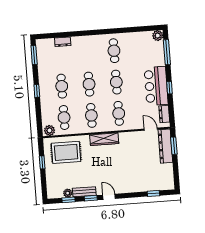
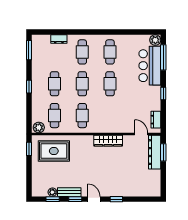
bar counter: (156, 86) -> (150, 66), moved
cafe table: (119, 113) -> (82, 52), moved
wardrobe: (104, 139) -> (108, 141), moved
window: (42, 162) -> (29, 149), moved
window: (153, 193) -> (116, 199), moved

